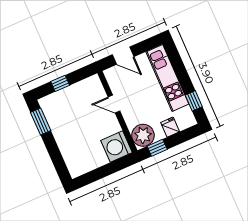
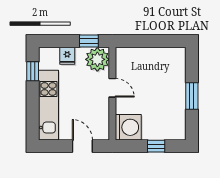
door: (114, 104) -> (112, 88), moved
window: (41, 122) -> (192, 96), moved
washing machine: (117, 146) -> (128, 127), moved

